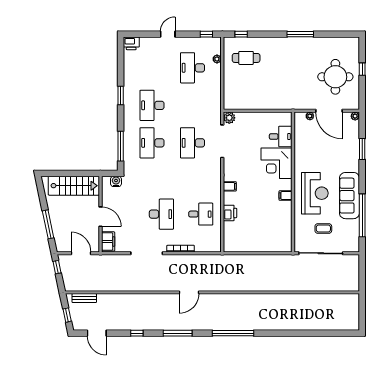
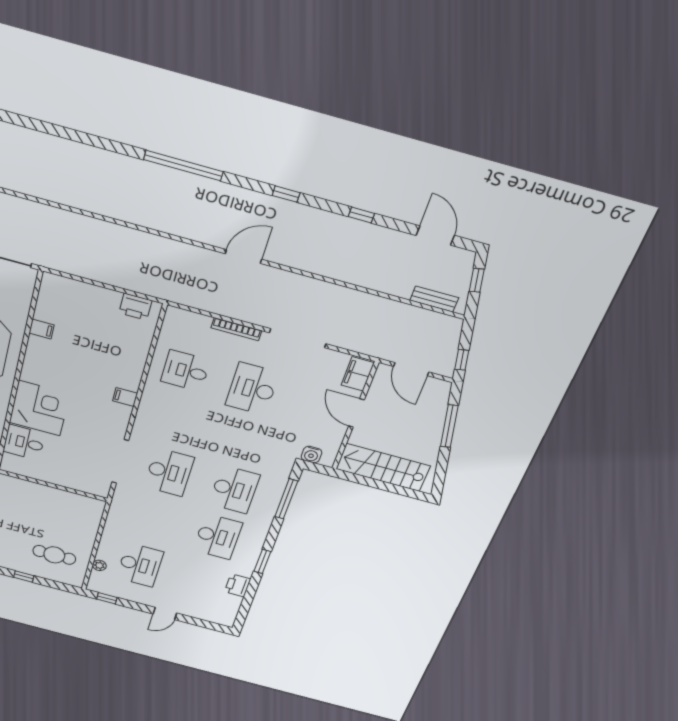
window: (241, 34) -> (24, 576), moved
printer: (131, 43) -> (238, 585), moved, turned -90
plant: (229, 118) -> (100, 489), removed
filing cabinet: (285, 196) -> (42, 329), moved
printer: (230, 213) -> (135, 307), moved, turned -90
window: (178, 333) -> (286, 194), width x0.46

